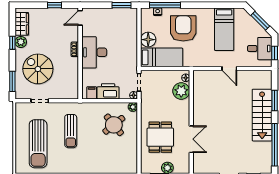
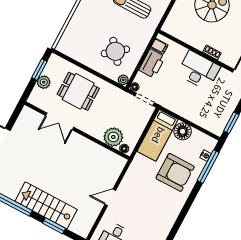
bed: (224, 29) -> (152, 213), removed

